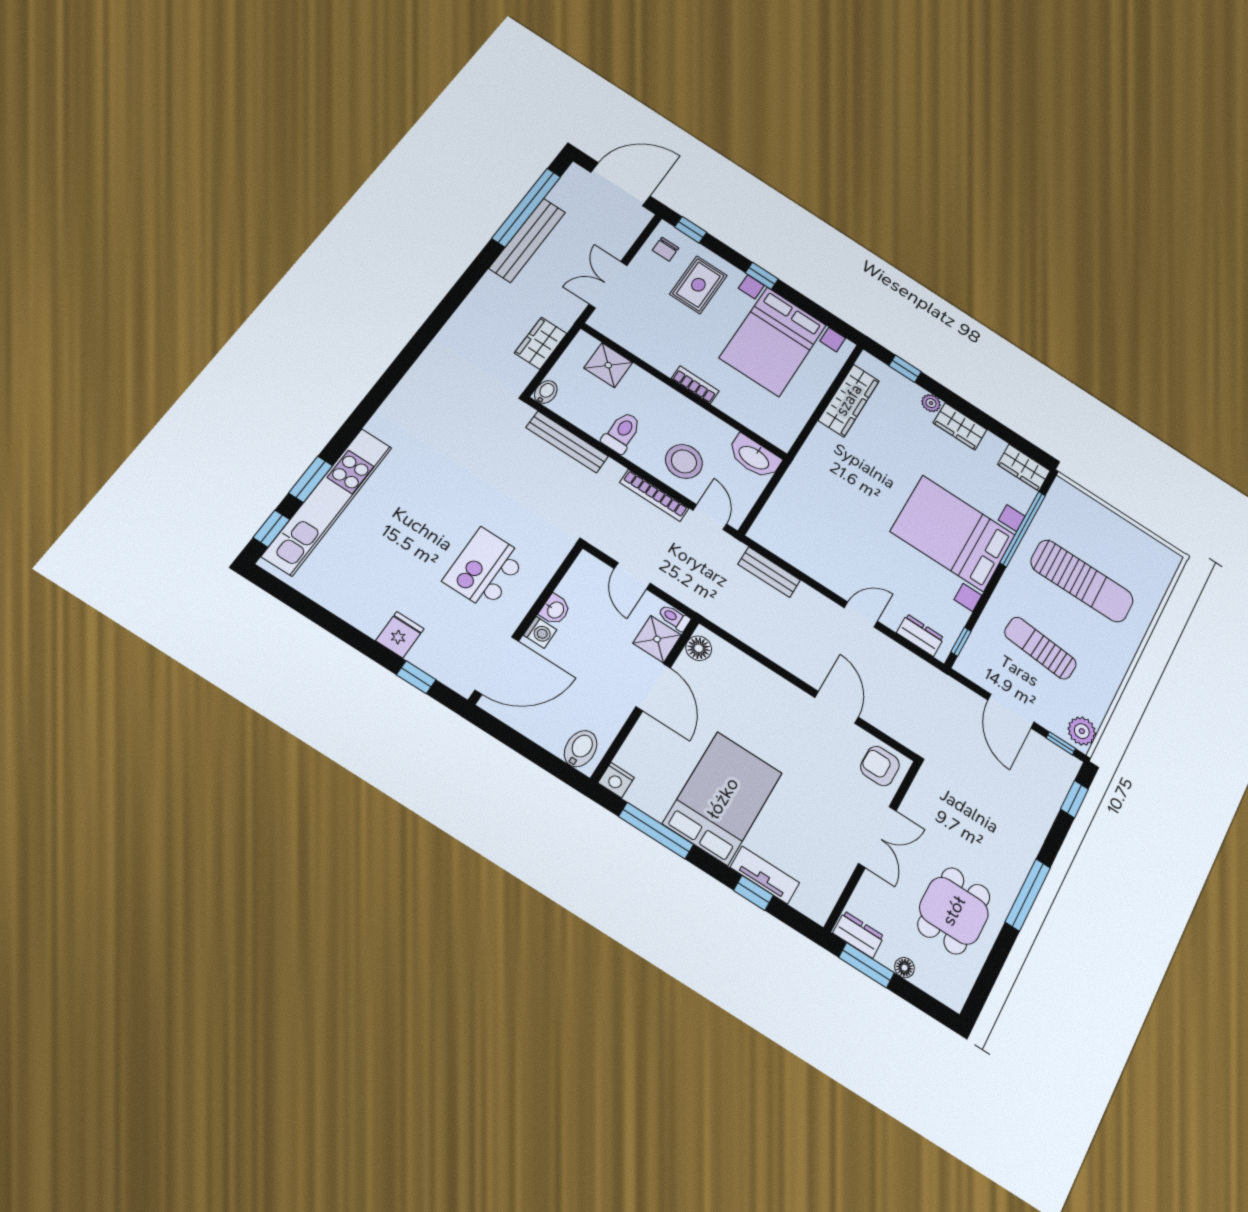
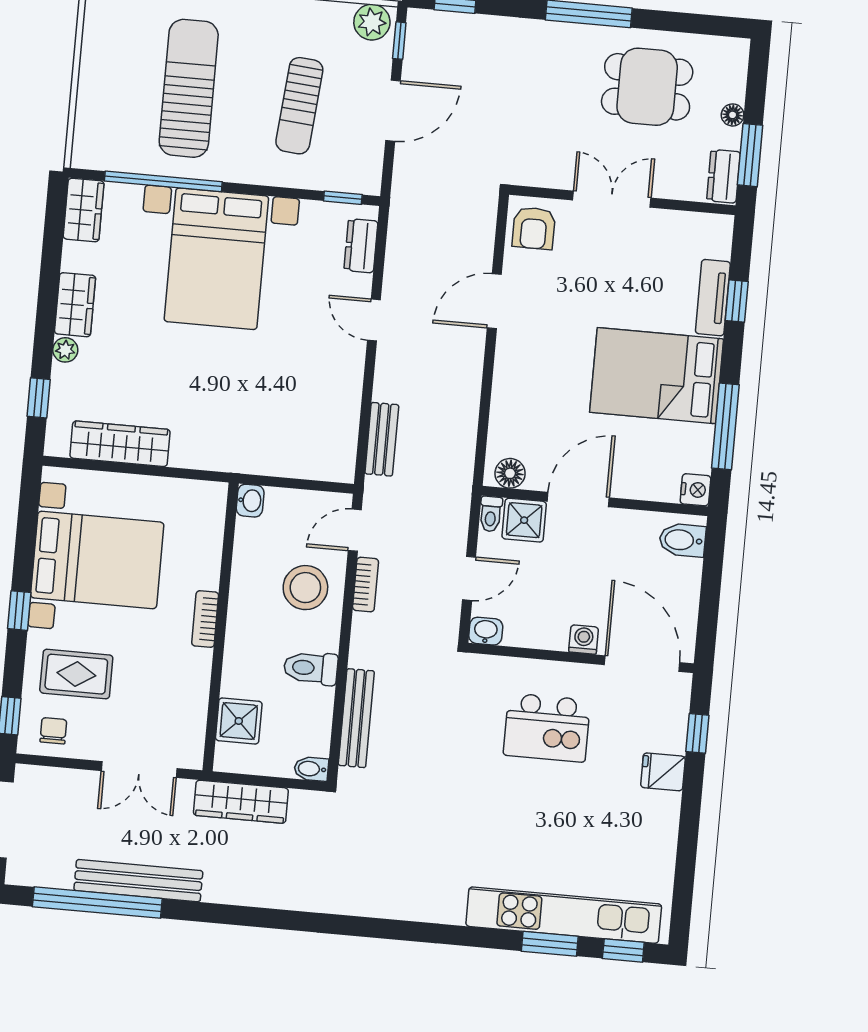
chair: (666, 249) -> (53, 731), turned -90
wardrobe: (541, 343) -> (241, 802), width x1.50
washbasin: (754, 457) -> (250, 501), width x0.52, depth x0.69
bookcase: (654, 495) -> (366, 585), width x0.64
washbasin: (555, 610) -> (486, 631), moved

